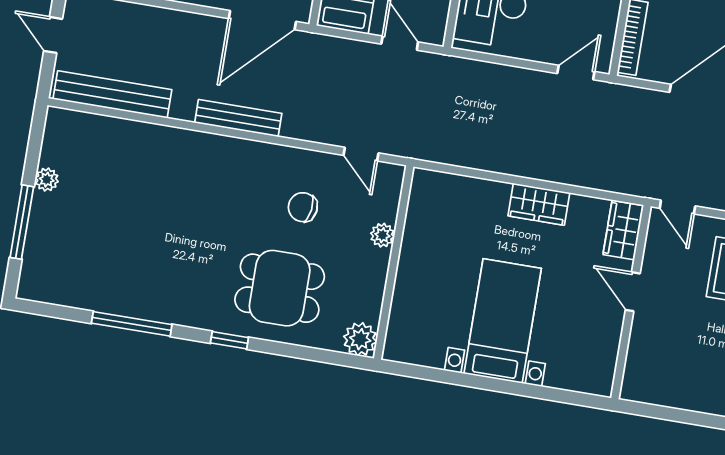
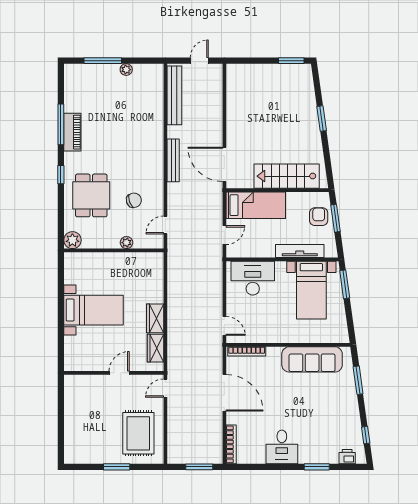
chair: (303, 207) -> (134, 200), turned 62
wardrobe: (623, 230) -> (155, 348), moved, turned -90
piano: (151, 304) -> (72, 132), added

